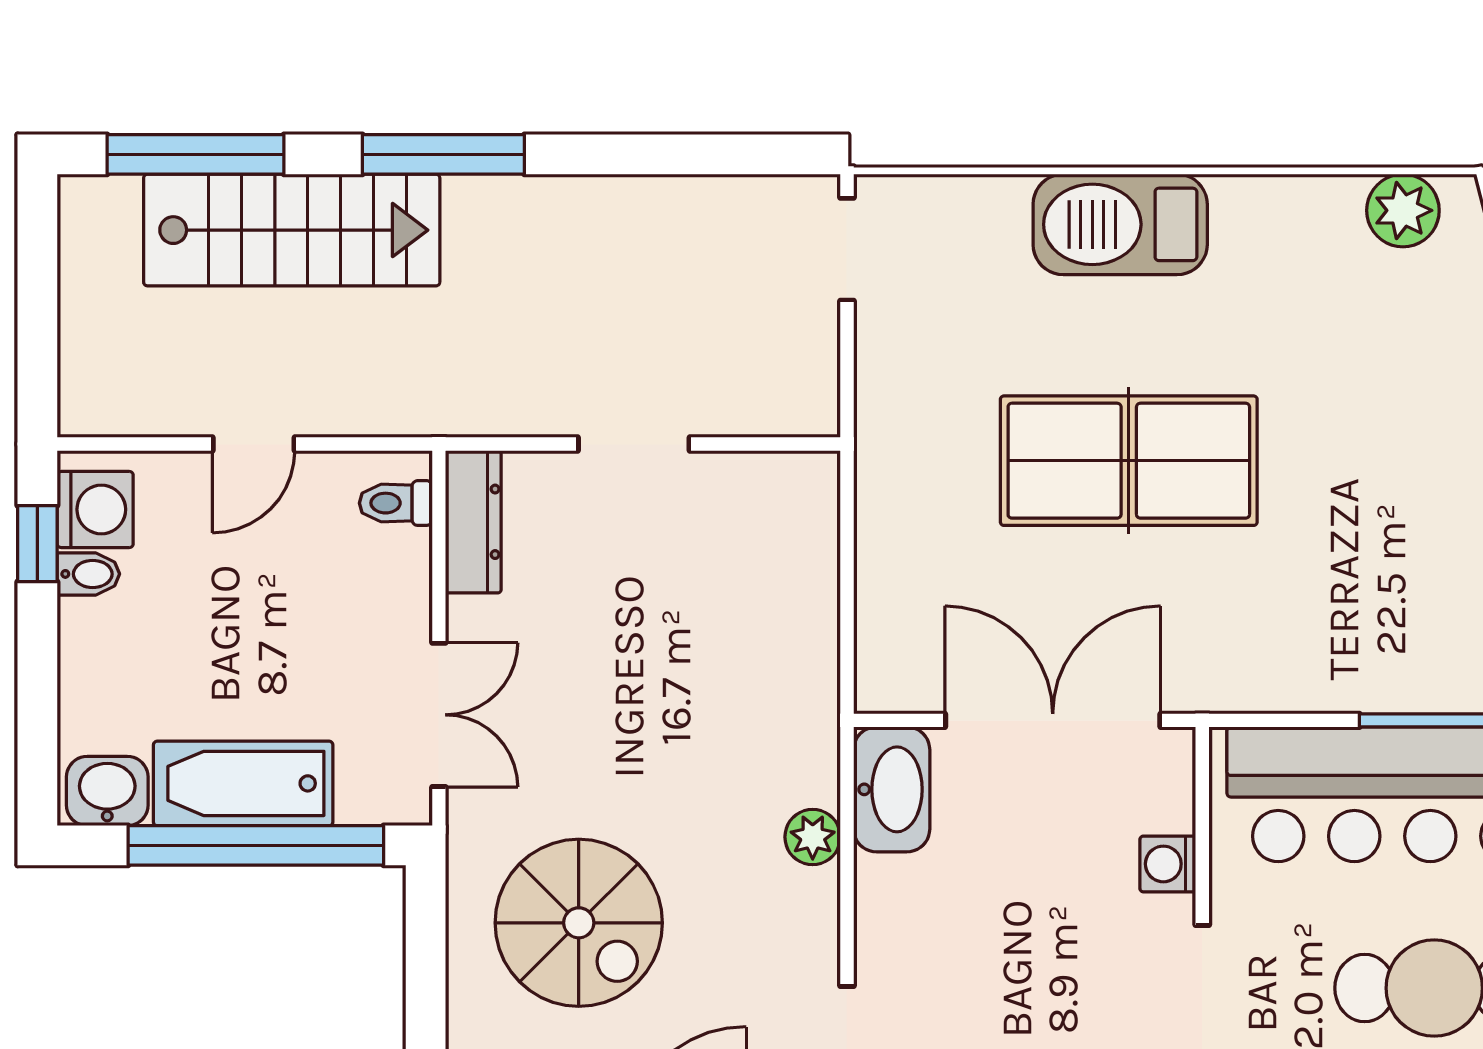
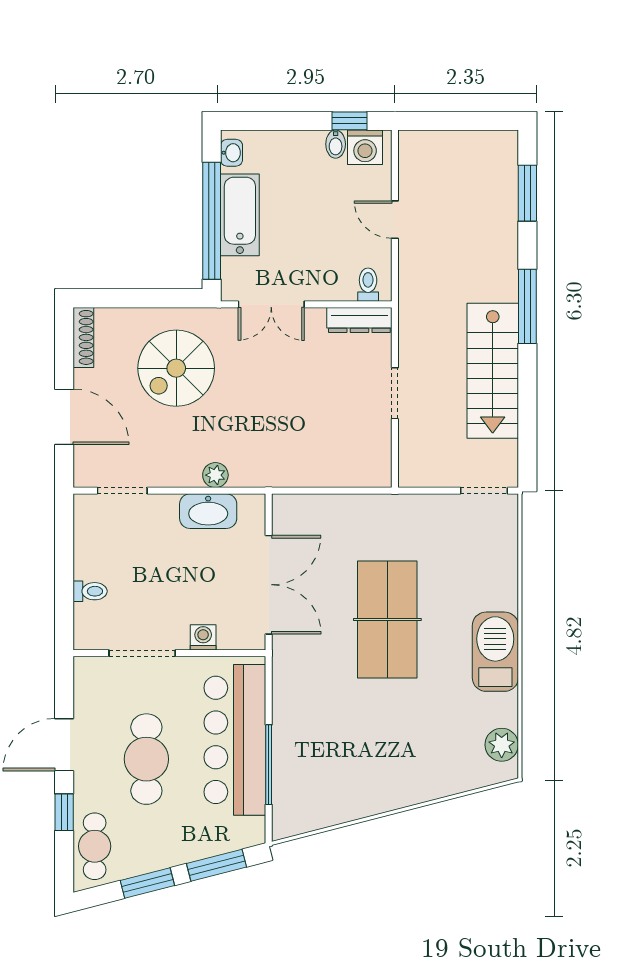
window: (196, 154) -> (527, 193), width x0.69
barbecue: (1120, 224) -> (495, 652), moved
stairs: (292, 230) -> (493, 371), moved
washbasin: (892, 789) -> (208, 511), moved
washbasin: (107, 791) -> (231, 153), width x0.72, depth x0.69

